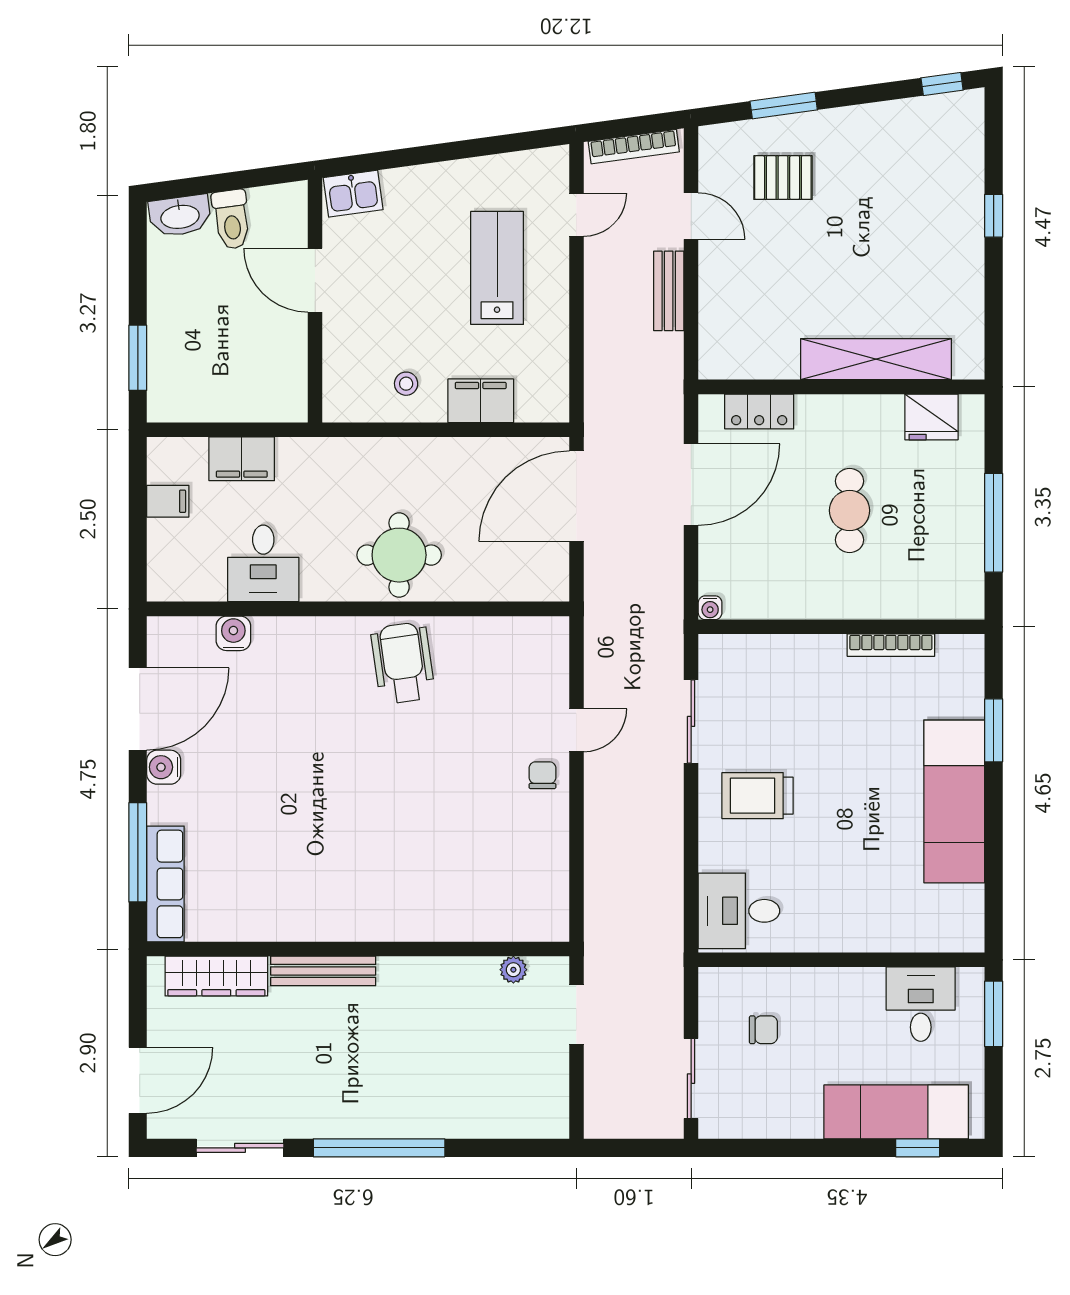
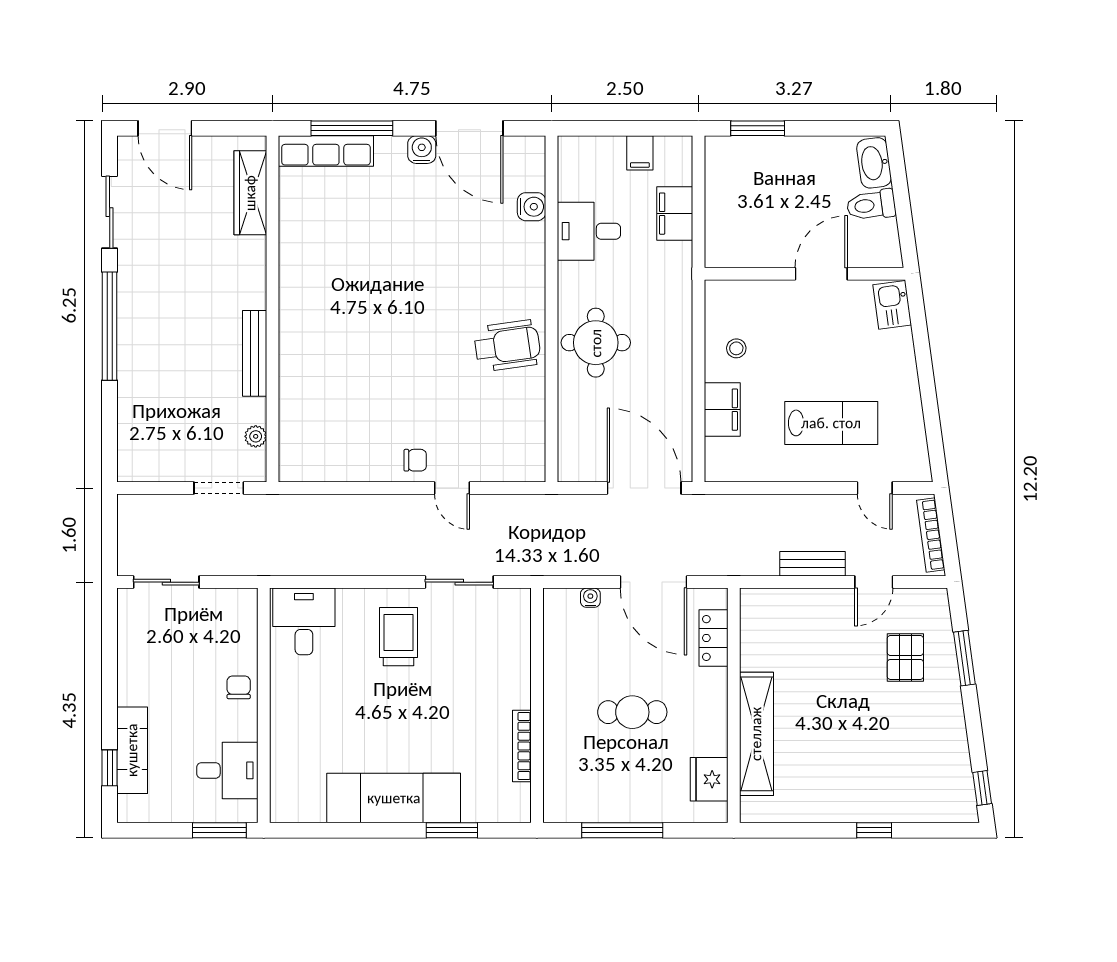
water cooler: (710, 608) -> (590, 598), moved, turned 90
bench: (323, 971) -> (255, 353), moved
chair: (763, 1030) -> (239, 687), moved, turned 180
exam couch: (896, 1112) -> (132, 750), width x0.73, depth x0.69

